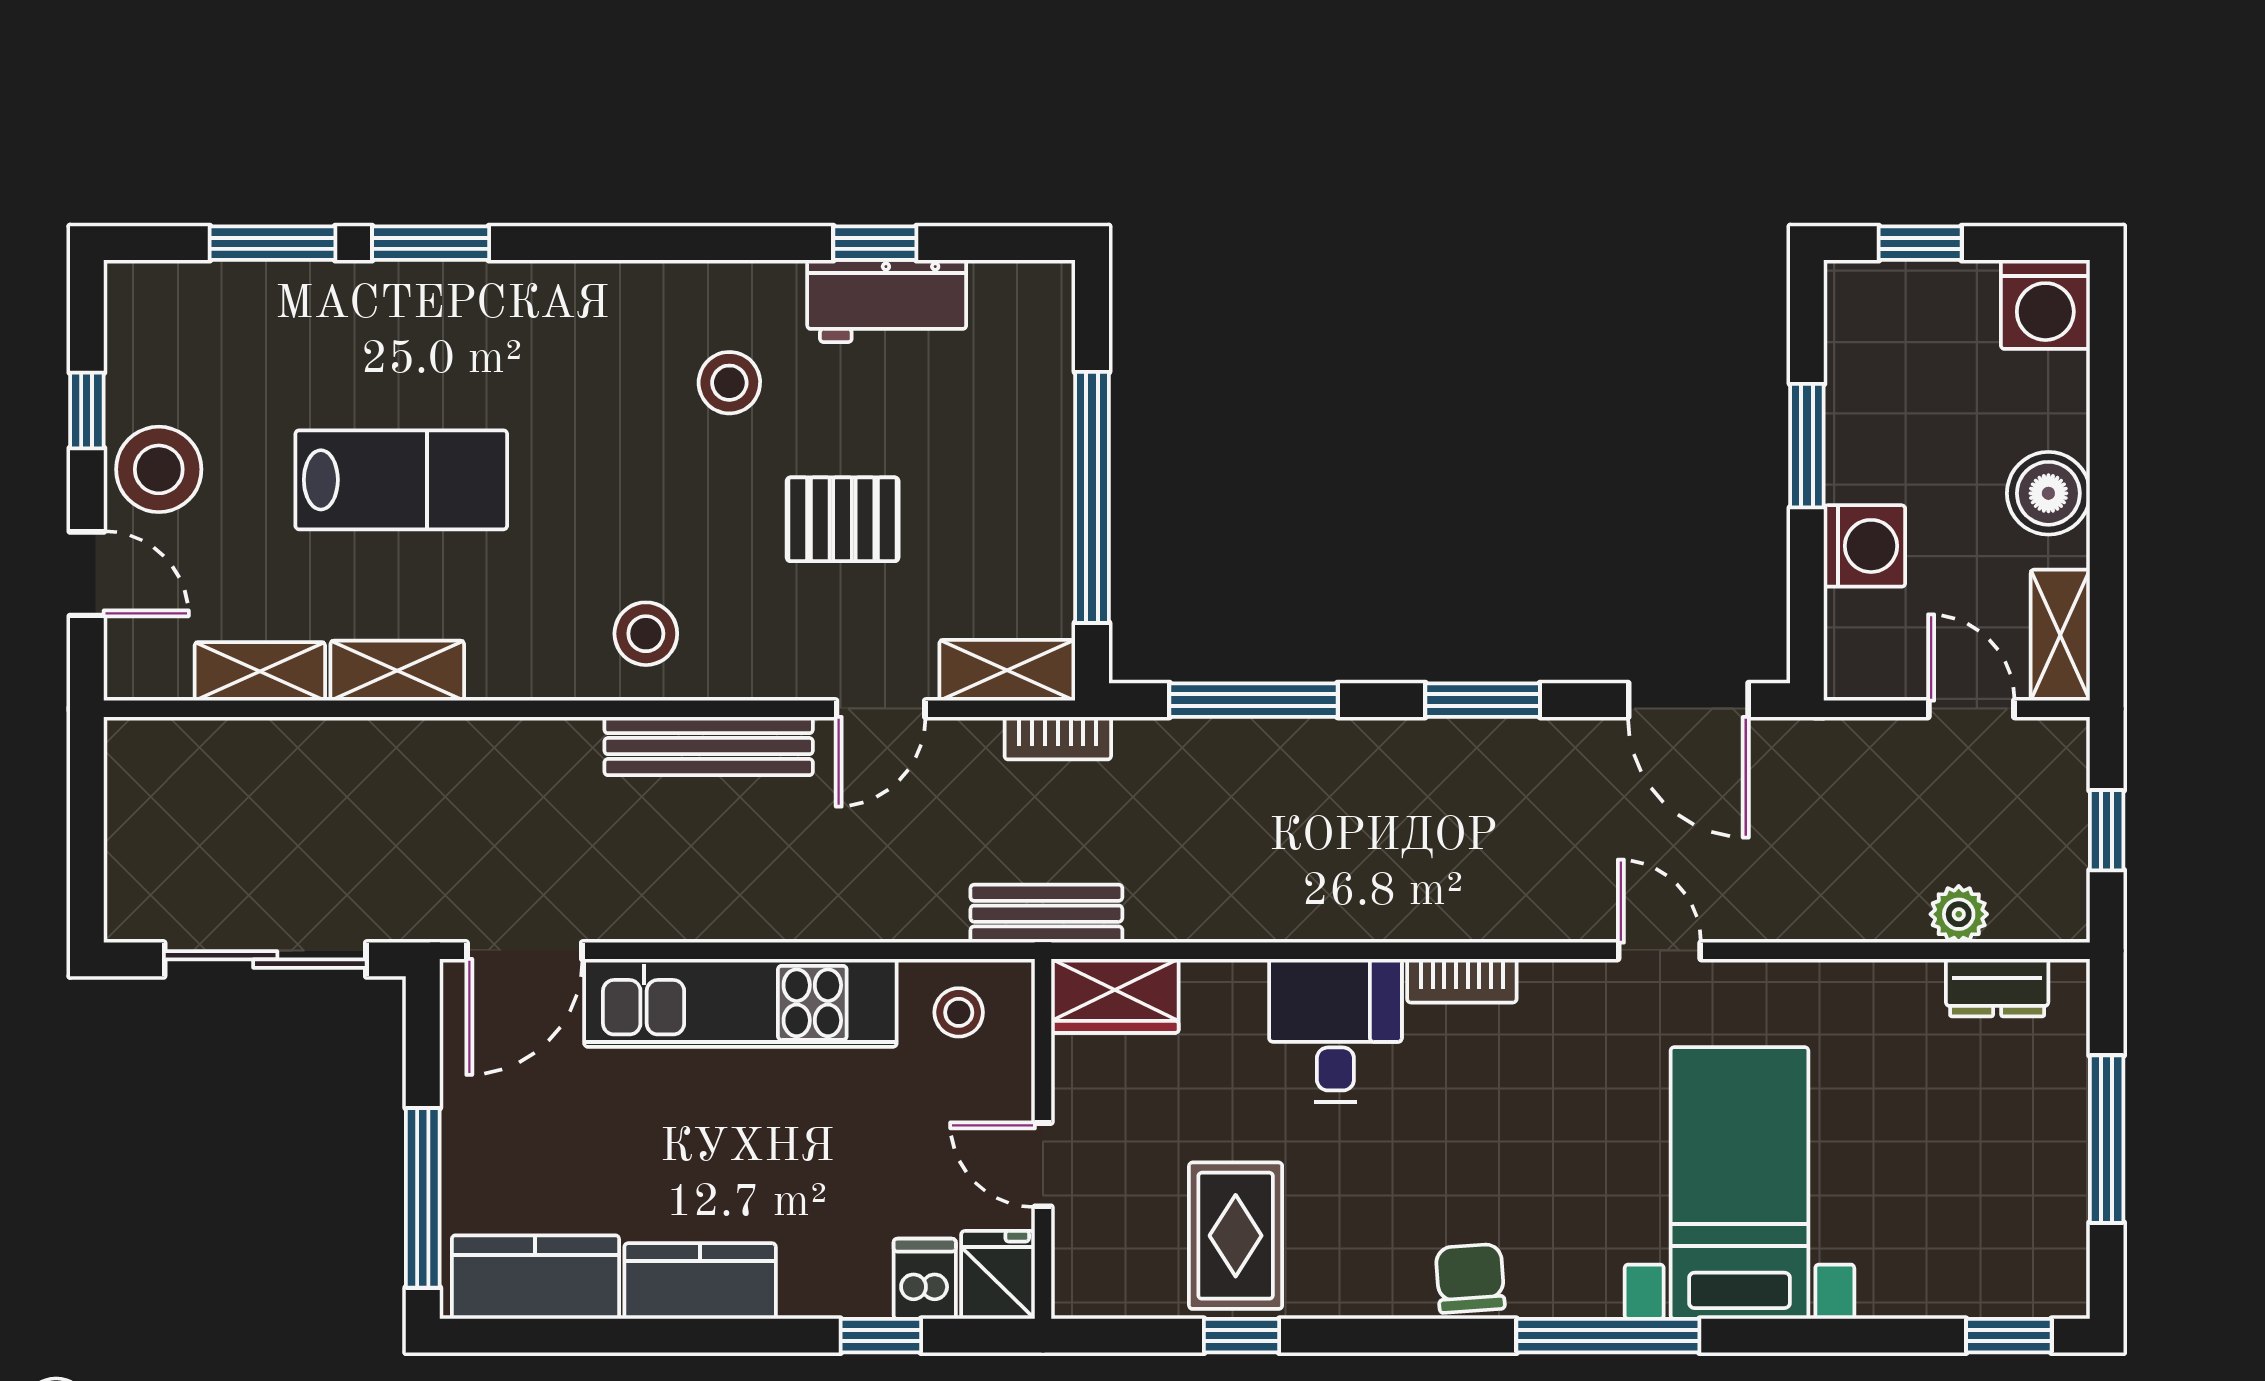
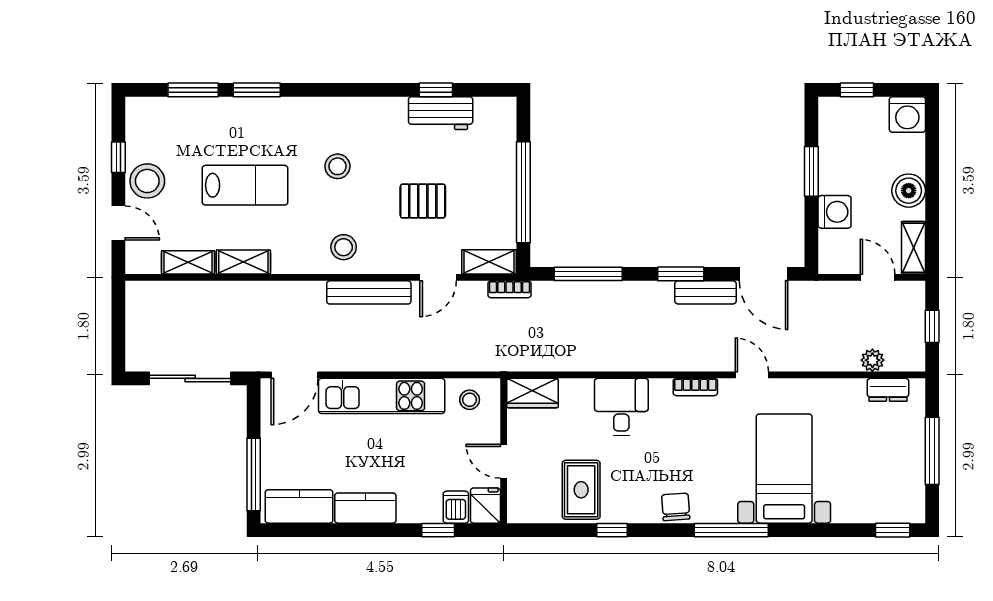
stool: (729, 383) -> (337, 166), moved
bench: (1046, 914) -> (706, 292), moved
bookcase: (1462, 981) -> (695, 387), moved
window: (1242, 1336) -> (612, 530), moved

